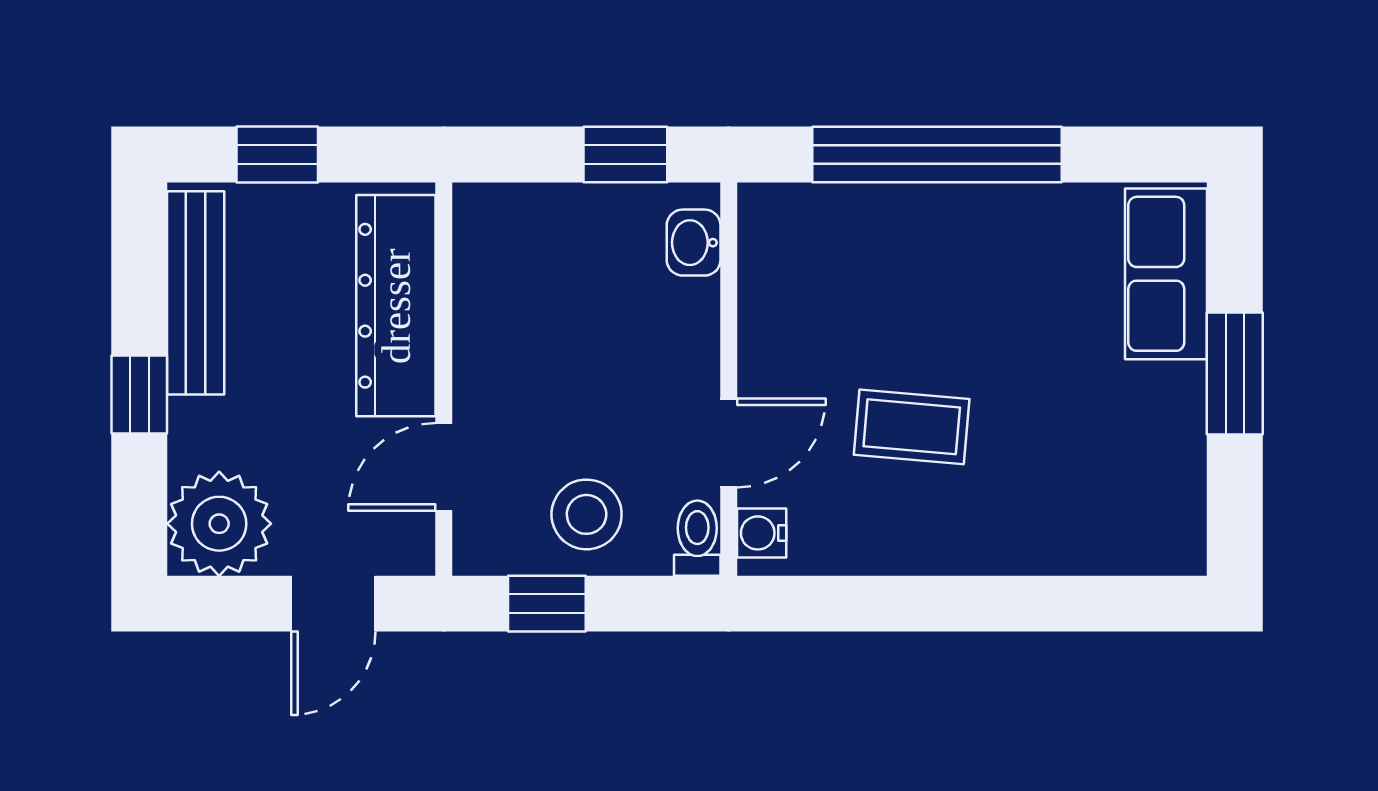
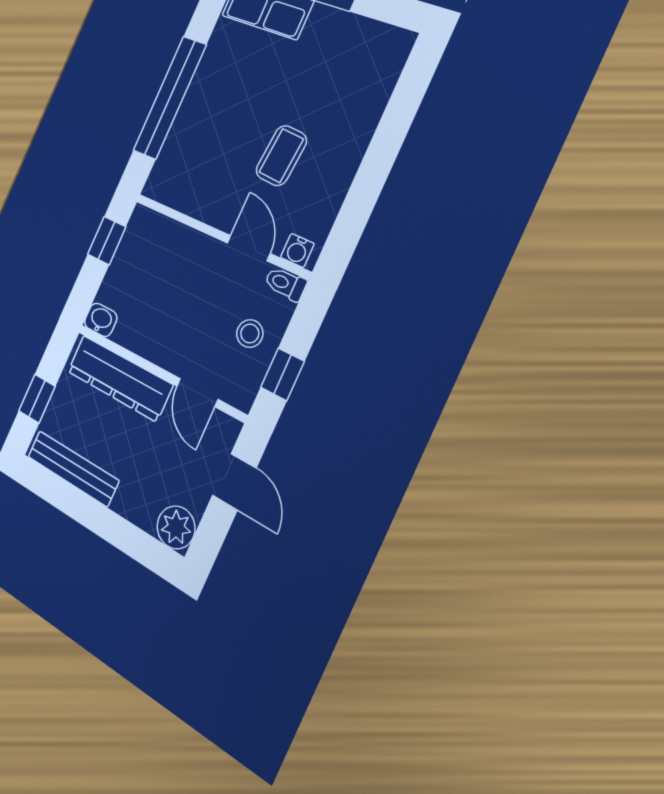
washbasin: (694, 243) -> (101, 320), moved, turned 180
window: (139, 394) -> (101, 521), removed
stool: (587, 514) -> (250, 334), width x0.73, depth x0.73
plant: (219, 524) -> (176, 527), width x0.73, depth x0.73

